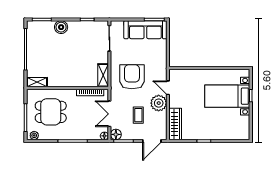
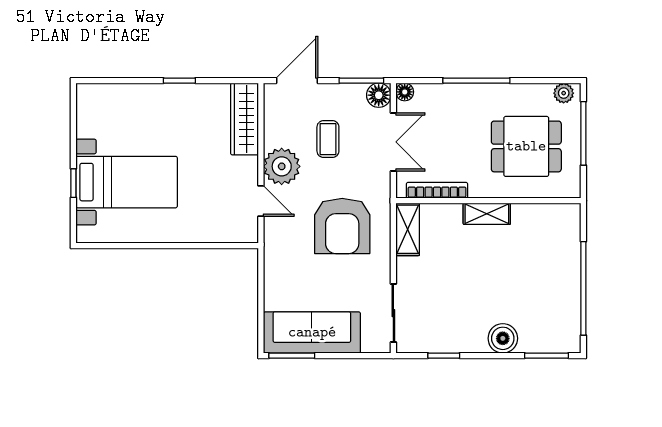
shelving: (37, 82) -> (487, 214), moved

